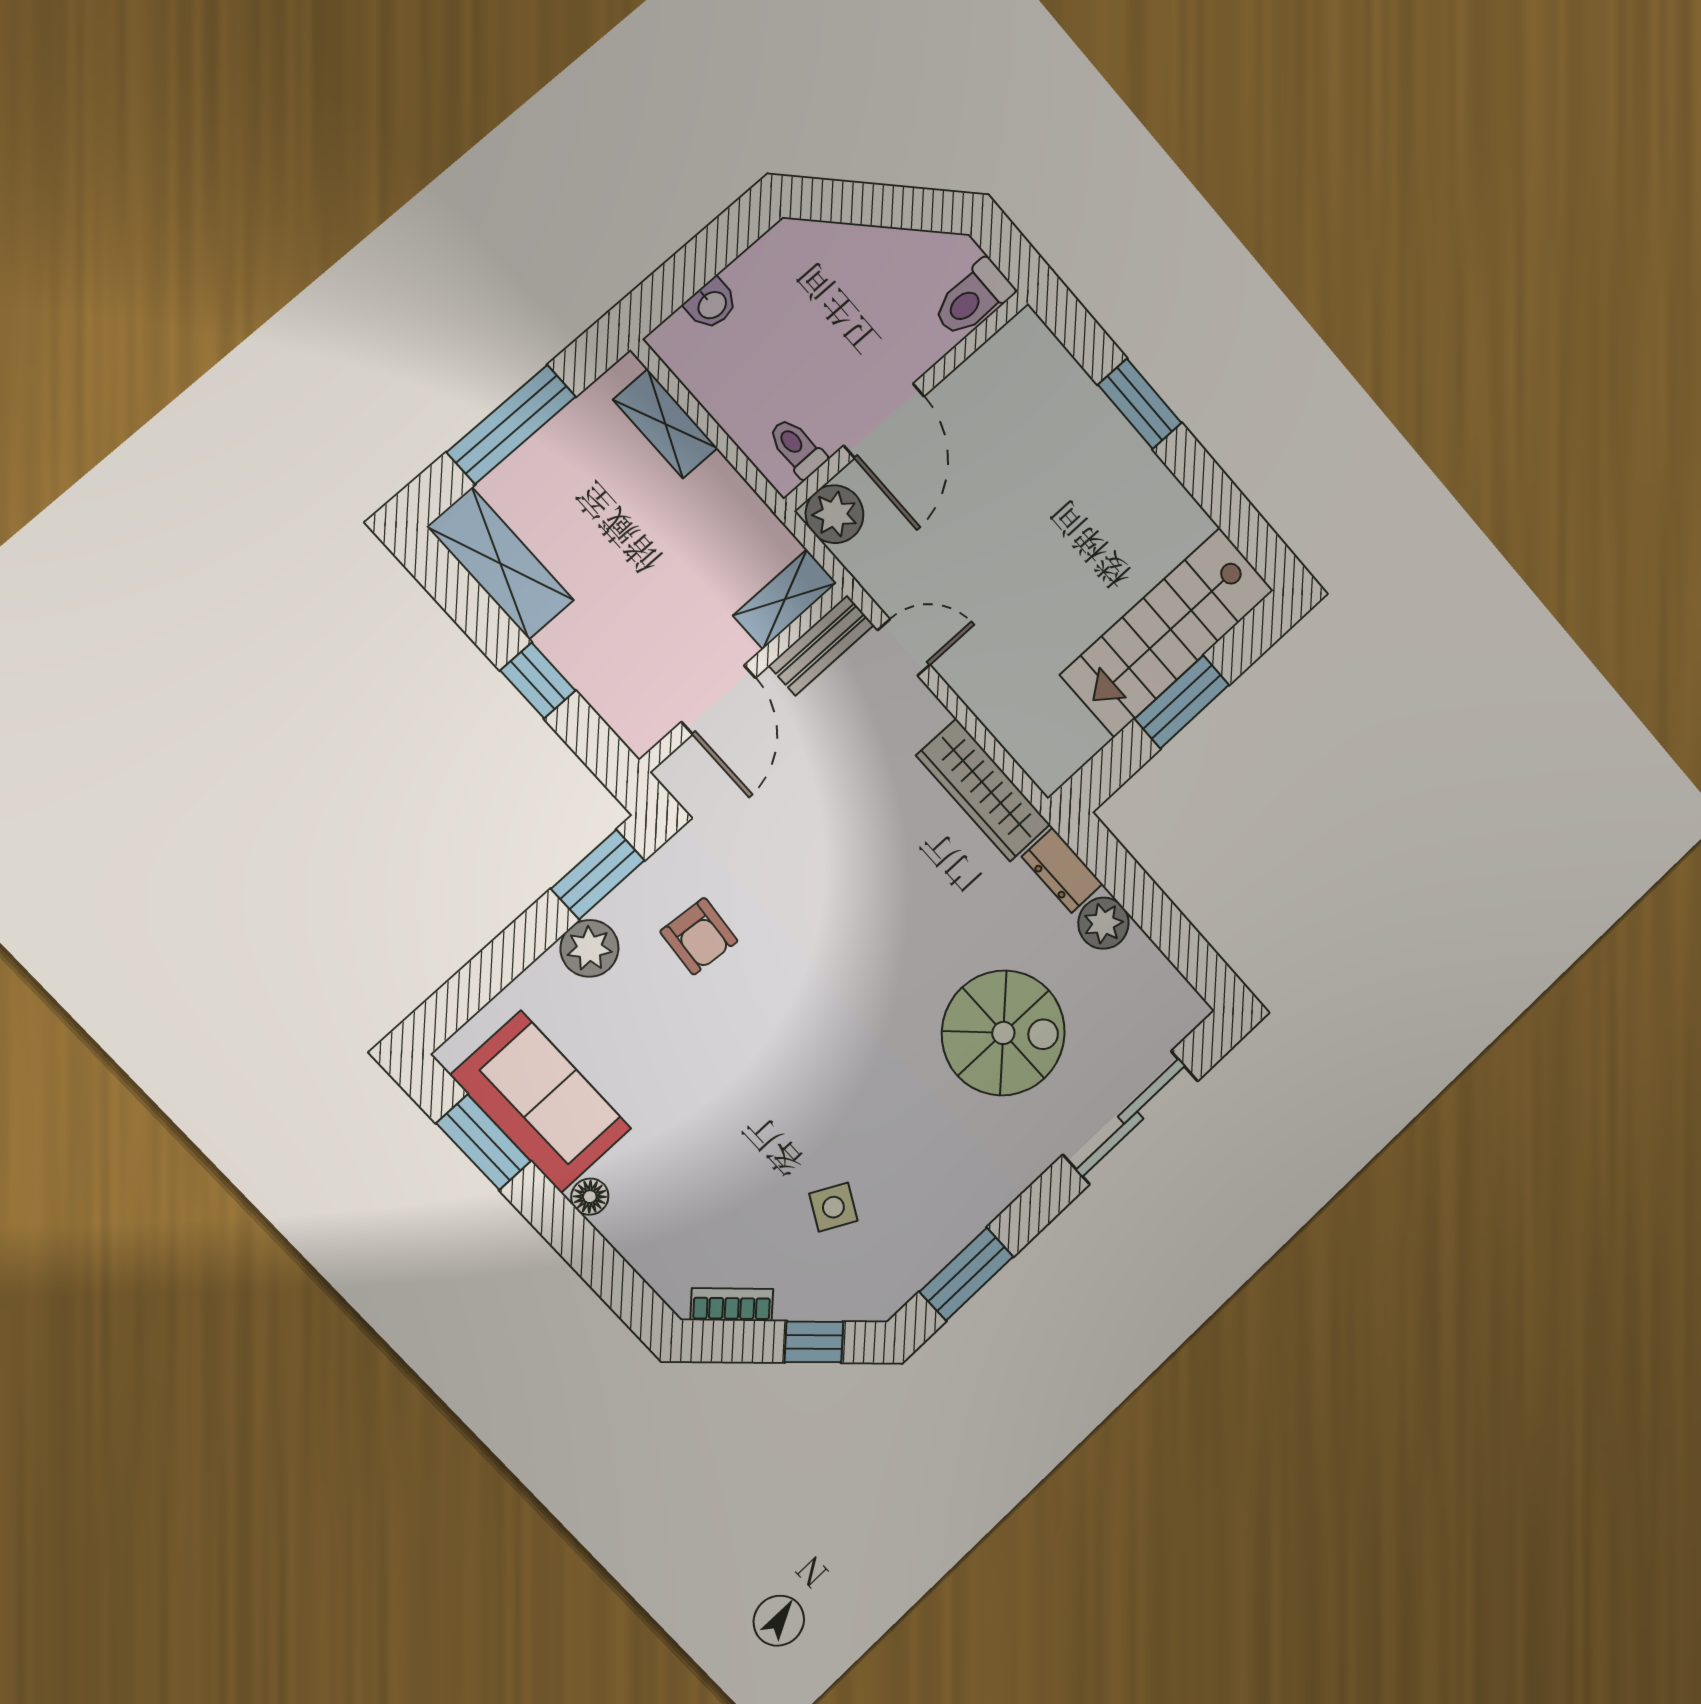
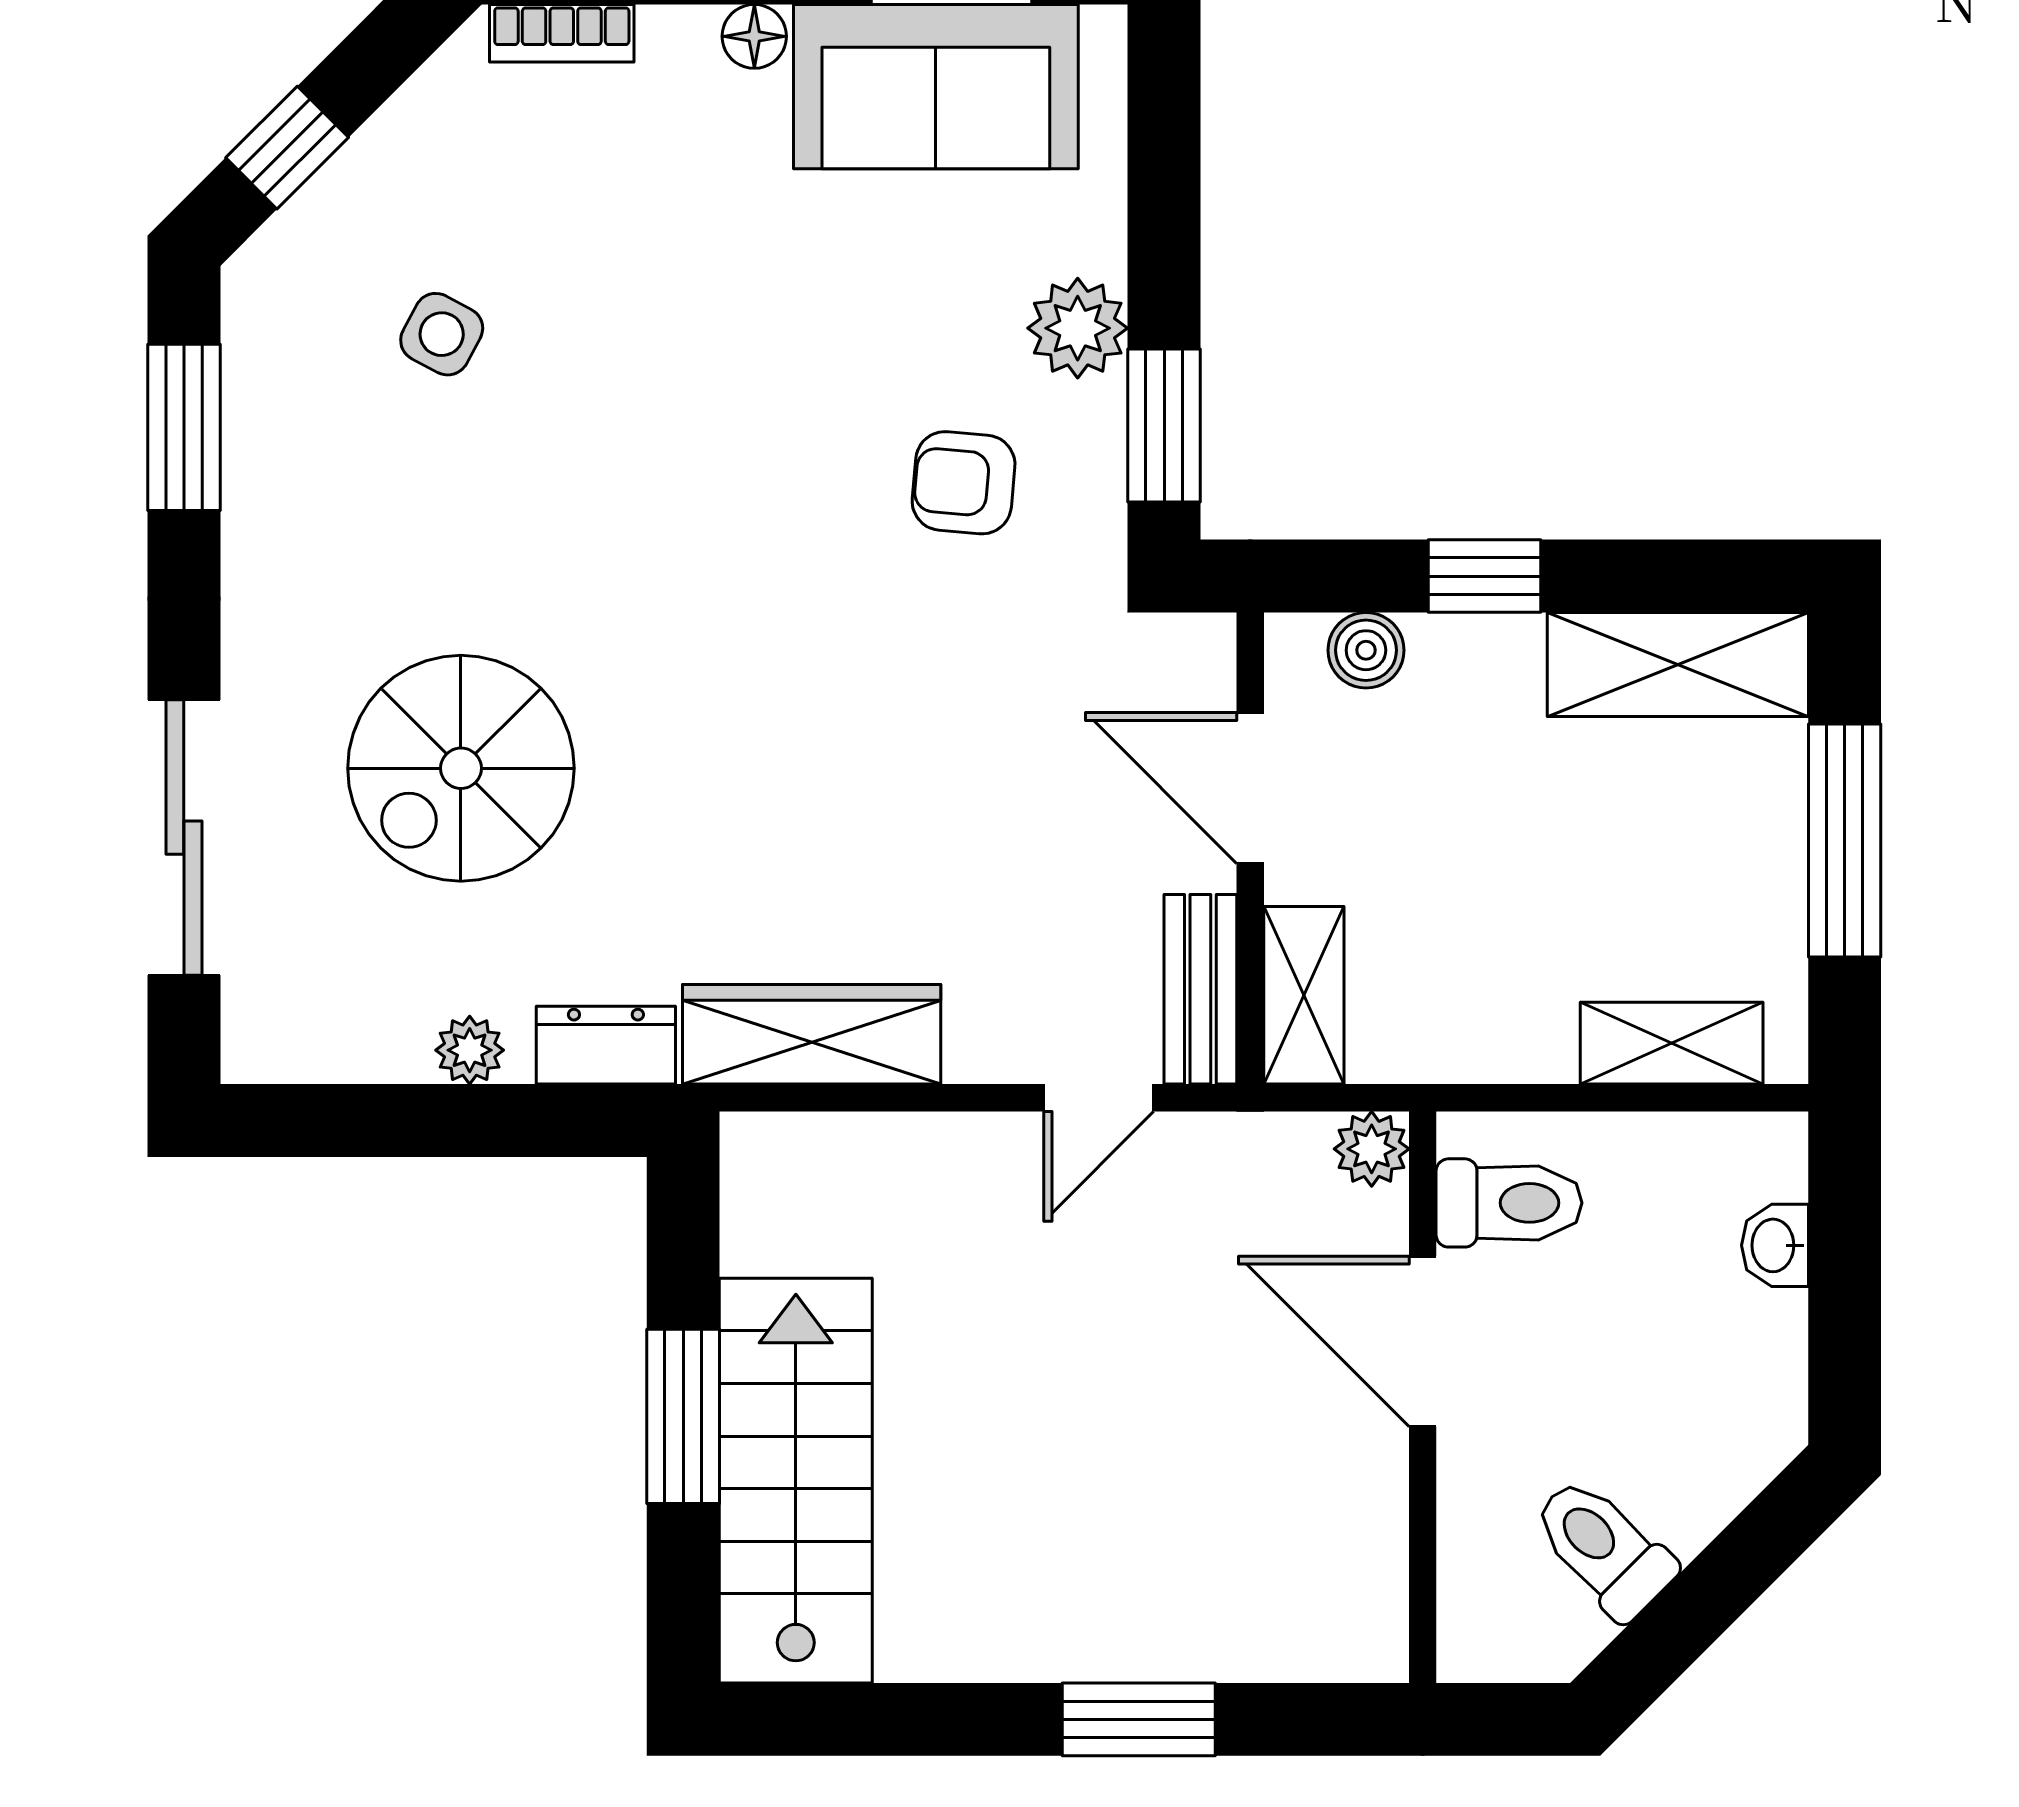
toilet: (973, 299) -> (1603, 1548), moved, turned -45
toilet: (797, 448) -> (1509, 1203), width x1.37, depth x1.39
plant: (835, 514) -> (1372, 1149), width x0.73, depth x0.73
boiler: (616, 703) -> (1366, 650), added
plant: (1103, 923) -> (470, 1050), width x0.73, depth x0.73
bookcase: (732, 1305) -> (562, 33), moved, turned 45

